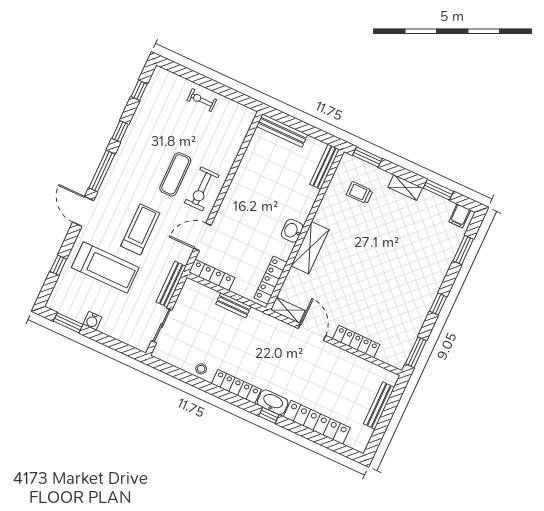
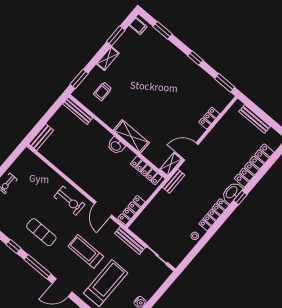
bench: (282, 130) -> (41, 137), width x0.73
exercise mat: (175, 174) -> (41, 232), moved
bench: (233, 305) -> (174, 181), moved
locker: (356, 342) -> (209, 118), width x0.66

